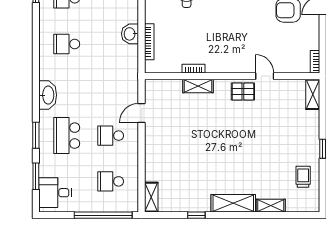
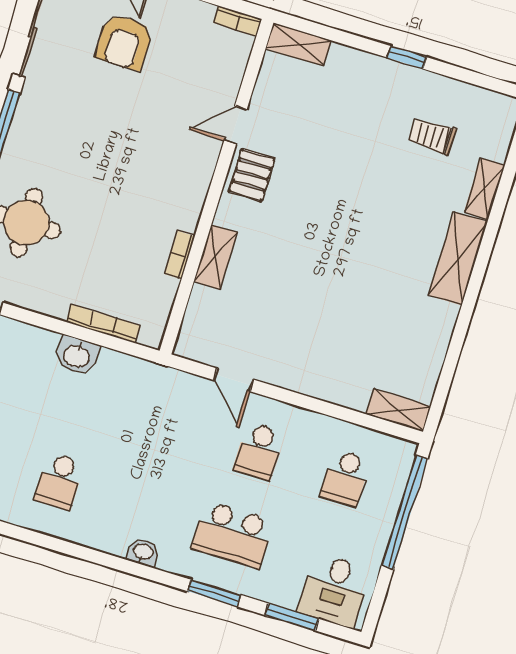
washbasin: (48, 95) -> (143, 552), width x0.52, depth x0.69
trolley: (303, 177) -> (432, 136), moved
window: (196, 215) -> (459, 335), removed

